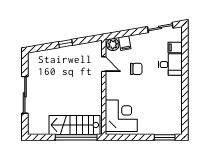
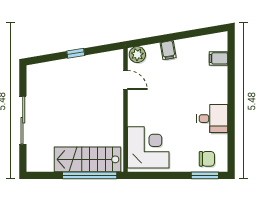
sliding door: (160, 27) -> (199, 32), removed
filing cabinet: (125, 43) -> (168, 50), moved
desk: (170, 65) -> (212, 119), moved
chair: (136, 69) -> (207, 159), moved

